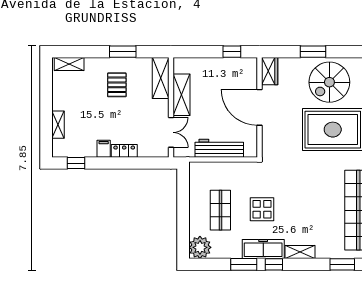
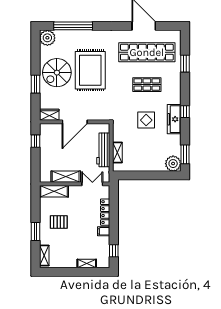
window: (123, 52) -> (35, 231), moved
spiral stairs: (329, 82) -> (57, 73), turned 90
locker: (124, 151) -> (105, 212), width x1.53
shop shelf: (220, 210) -> (147, 85), moved
shelving: (300, 252) -> (117, 152), moved
window: (244, 264) -> (185, 154), moved

